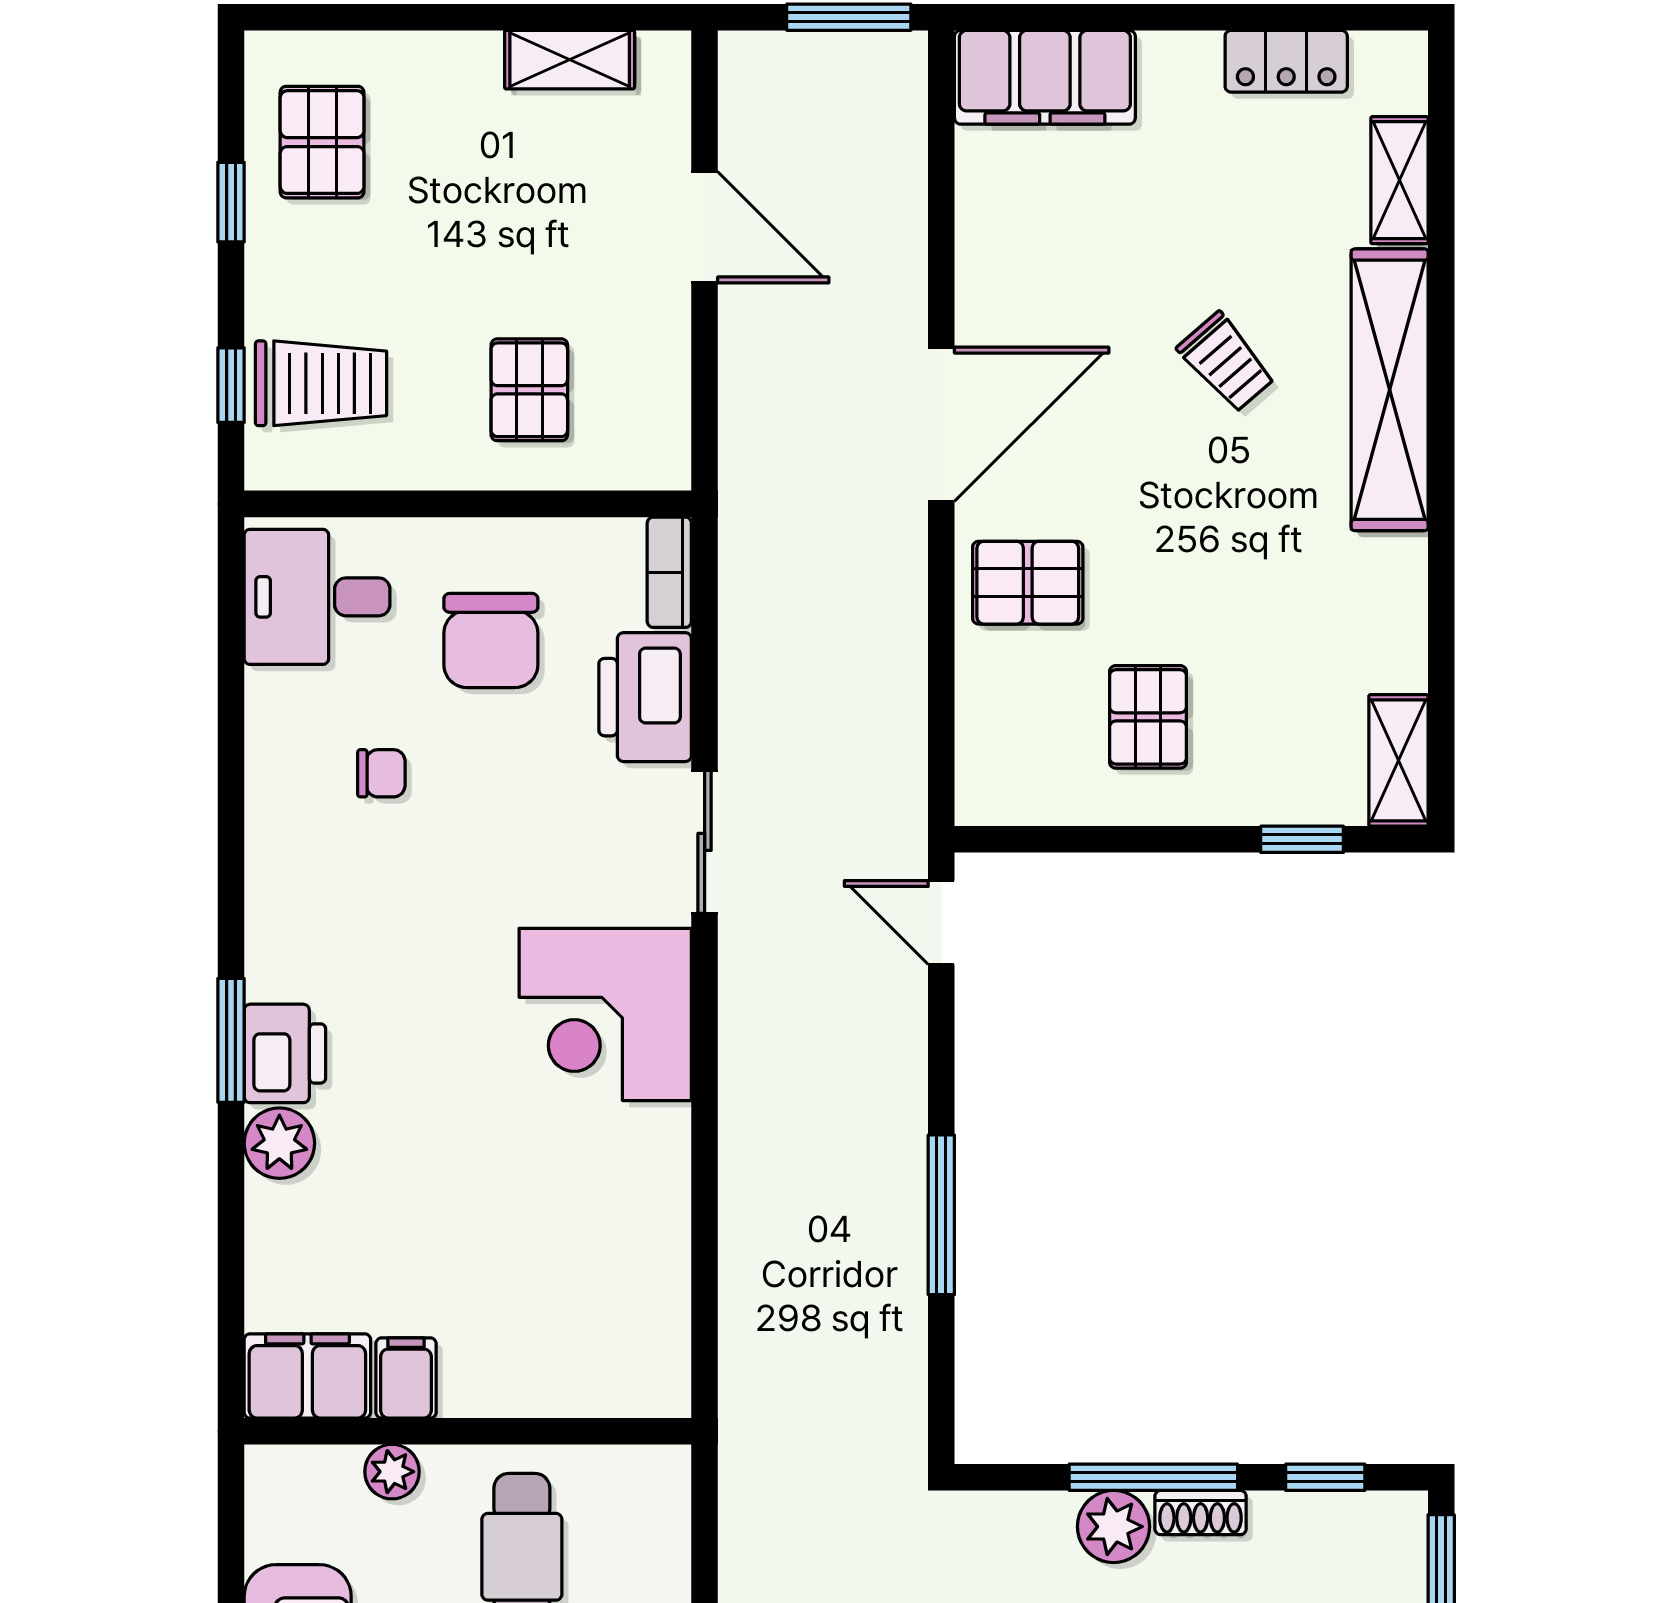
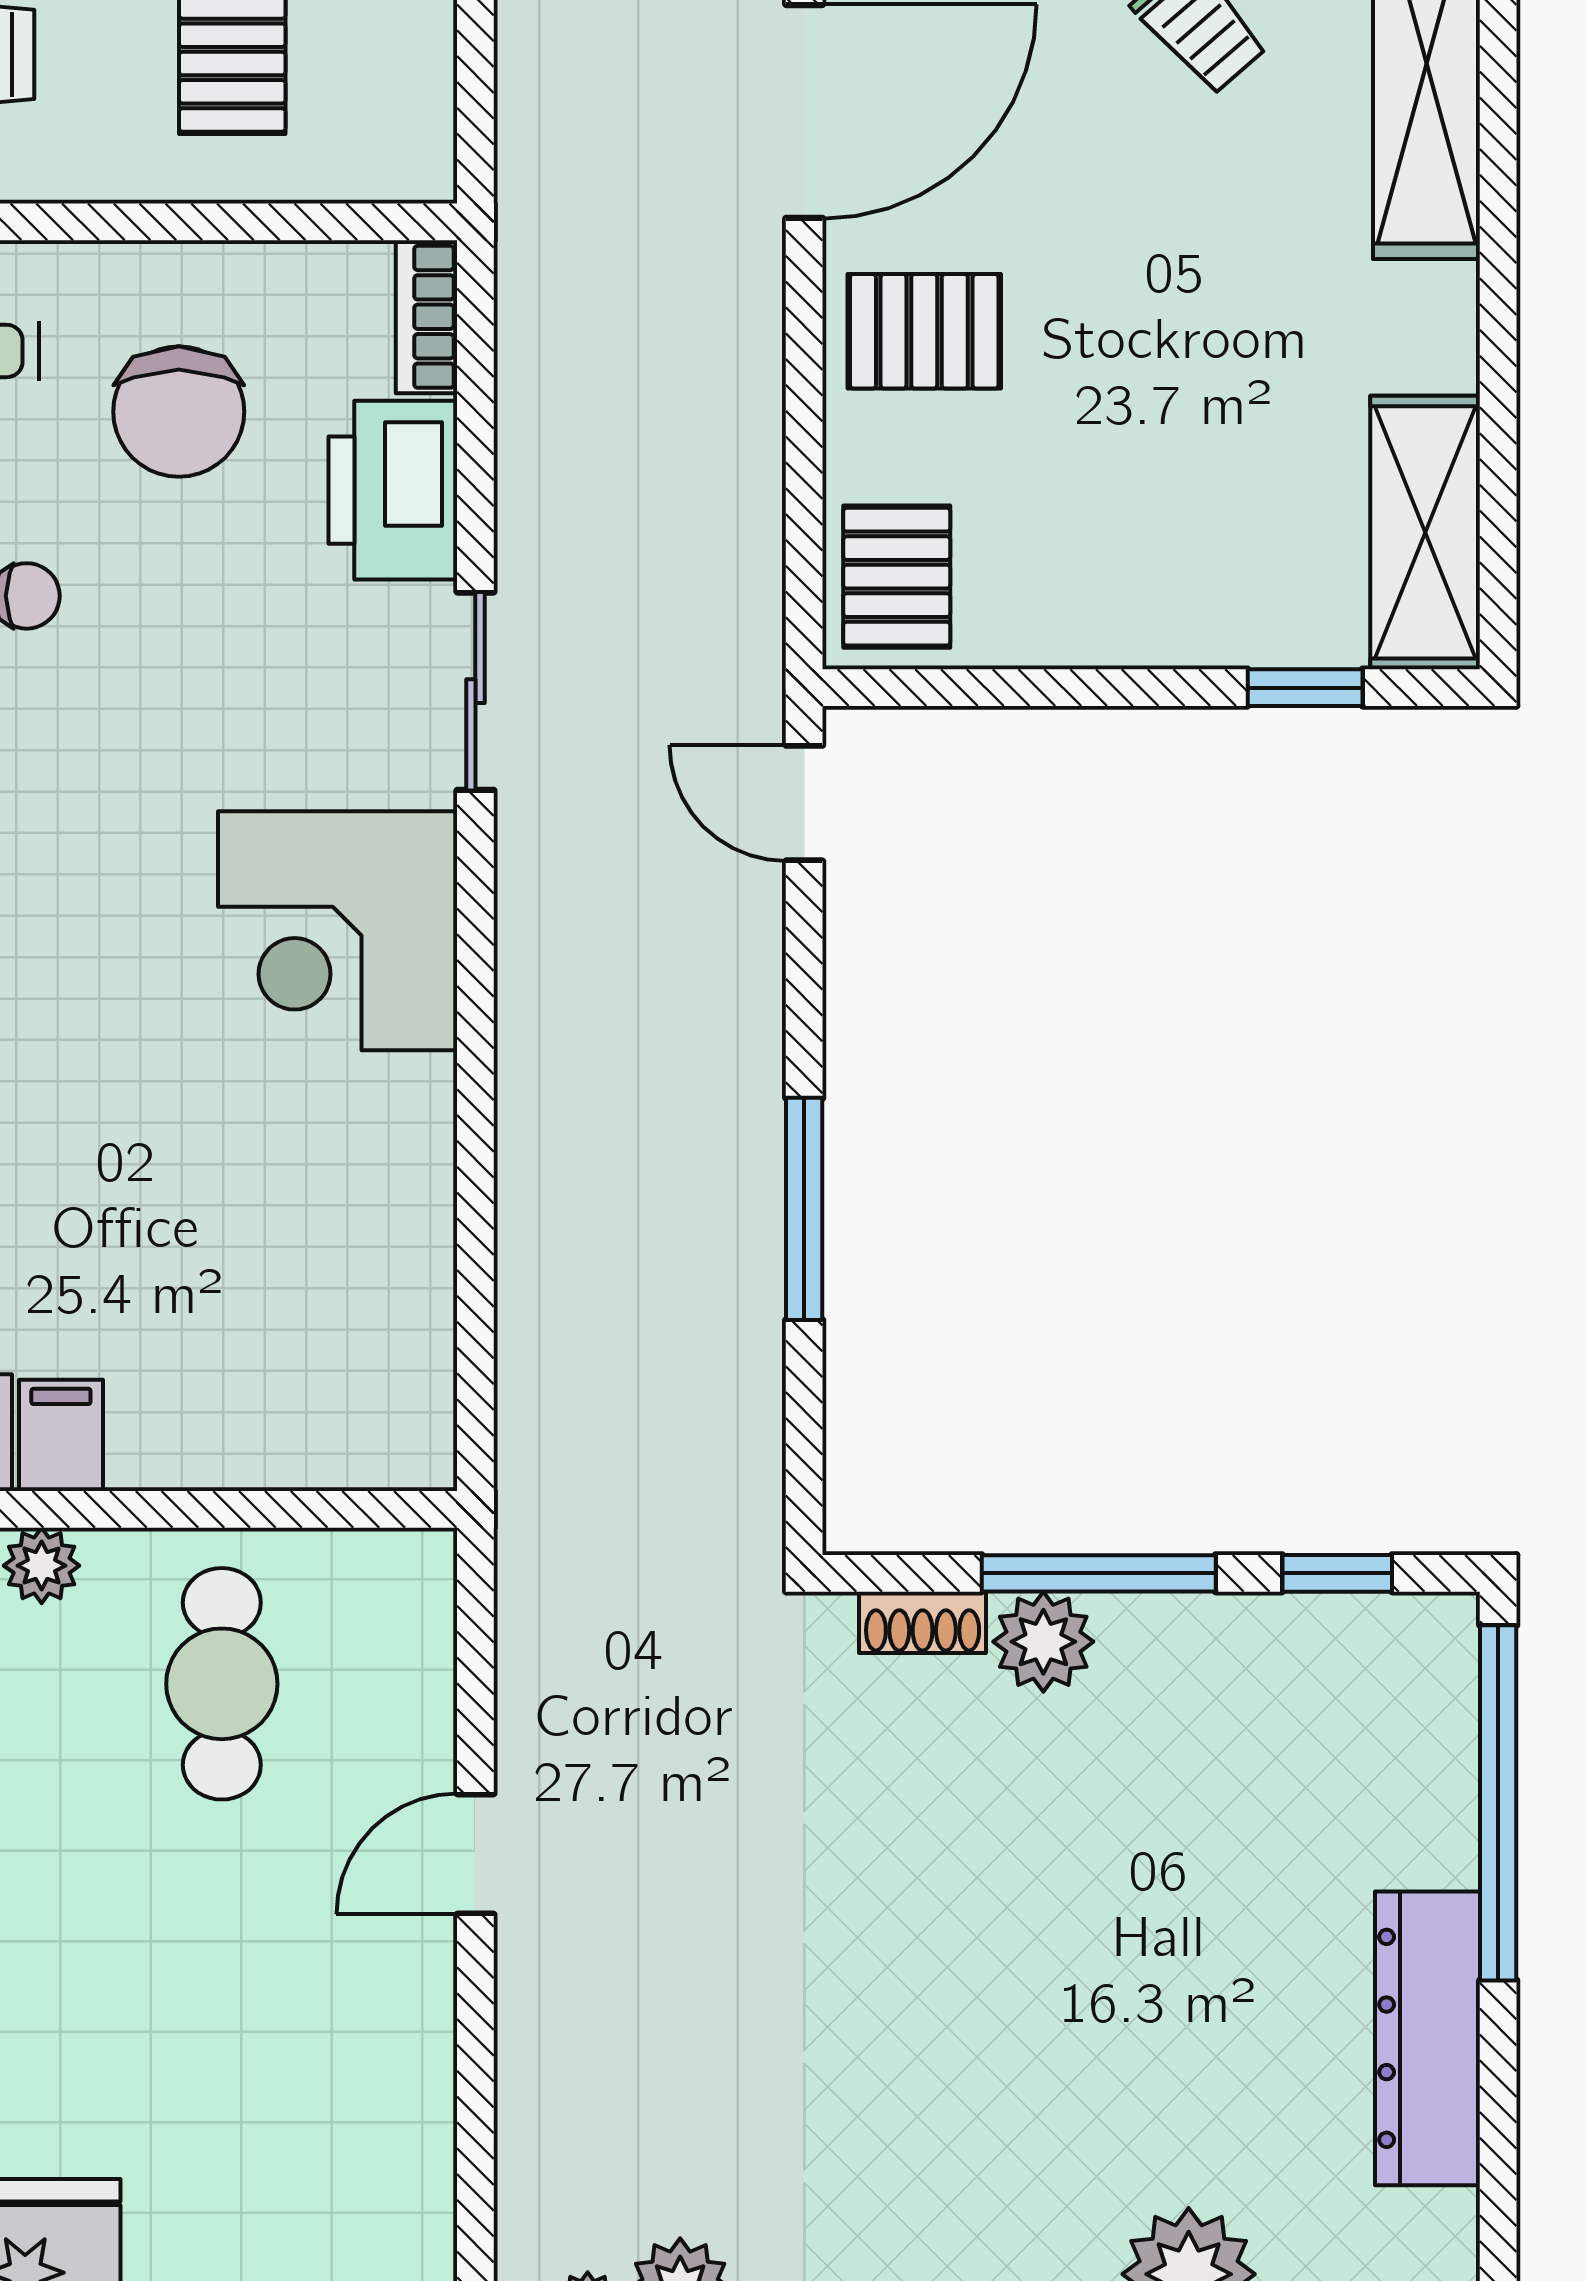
pallet: (1148, 717) -> (897, 577), moved
shelving: (1398, 760) -> (1425, 532), width x1.50, depth x1.33
shoe rack: (1201, 1513) -> (923, 1622), moved

